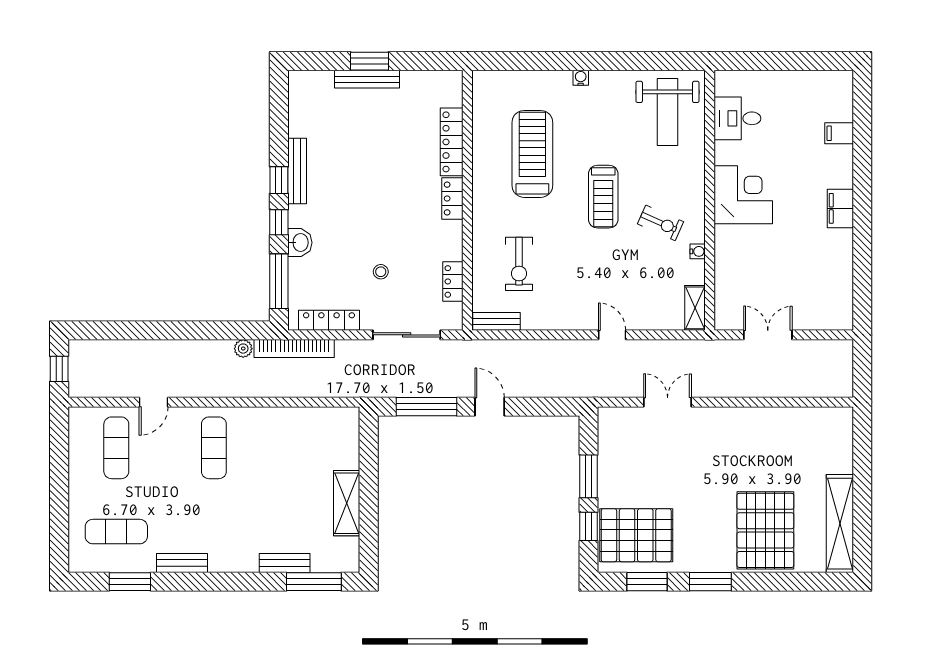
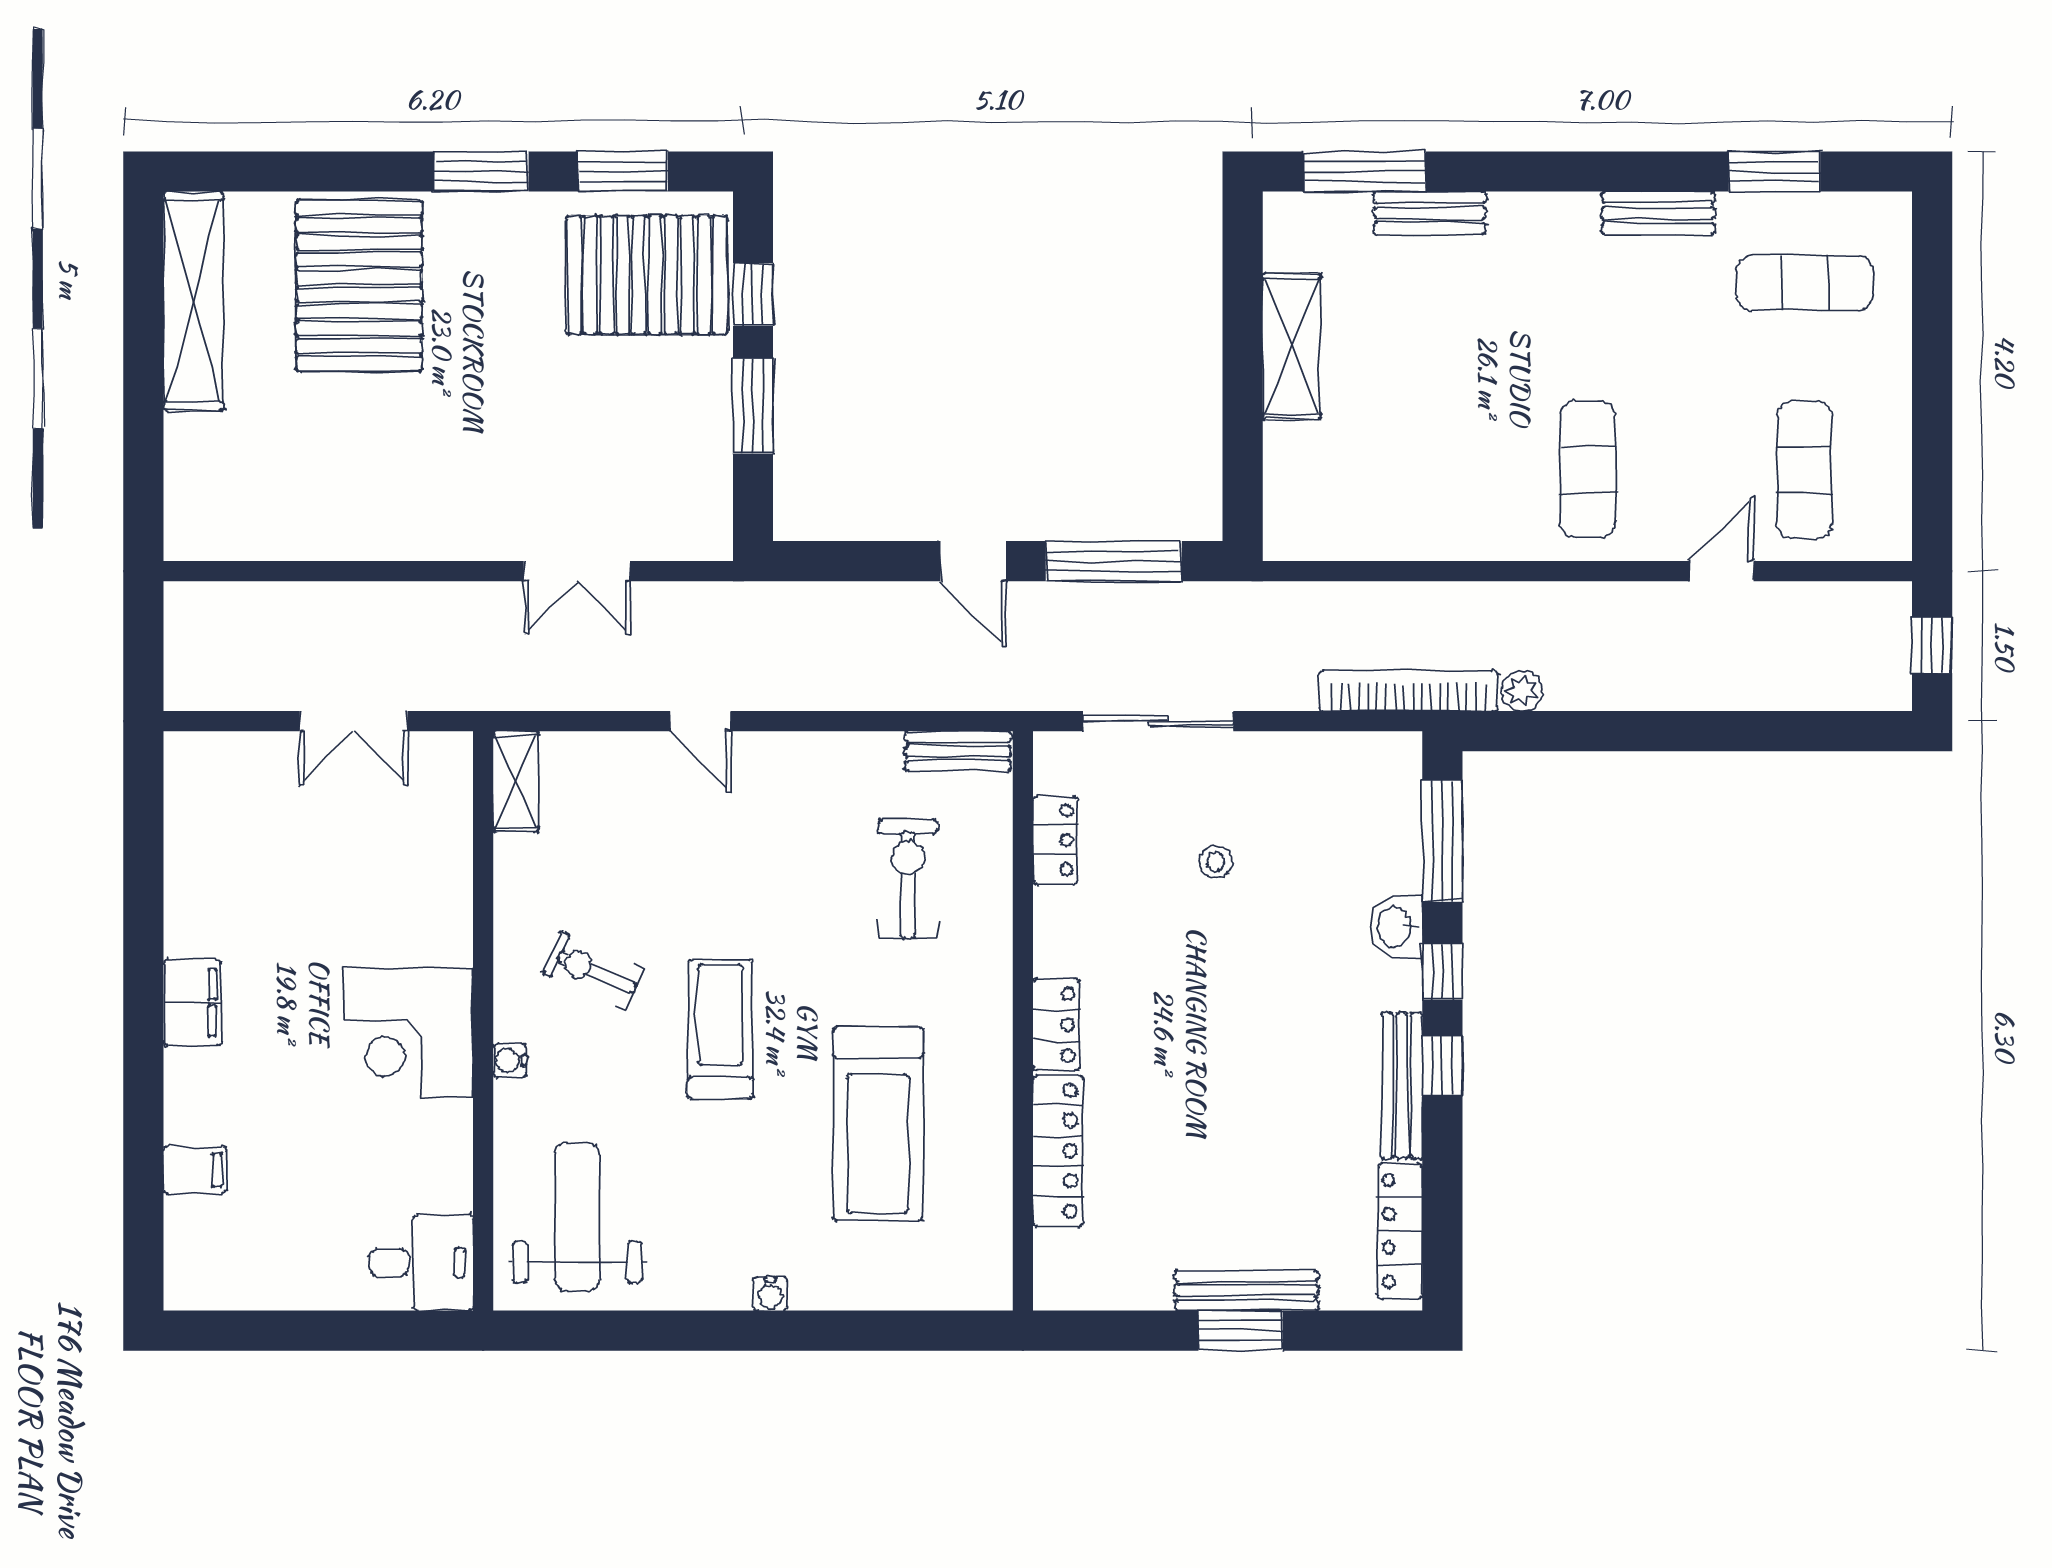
desk: (737, 118) -> (421, 1263), moved
water cooler: (698, 251) -> (510, 1060), moved
locker: (329, 320) -> (1400, 1231), moved, turned 90

